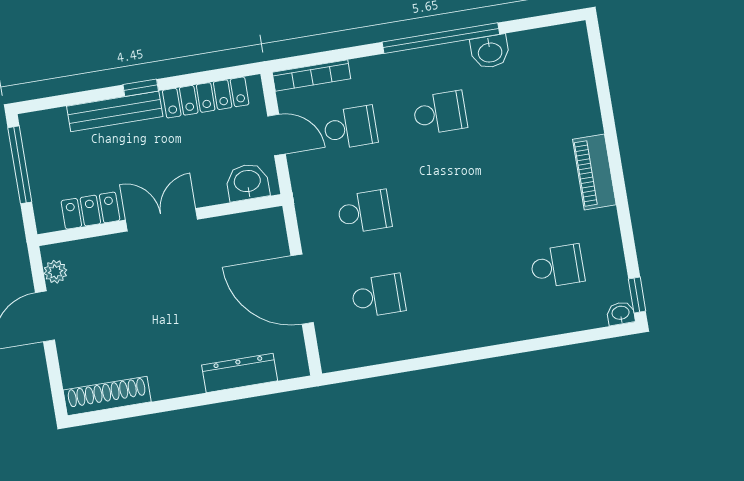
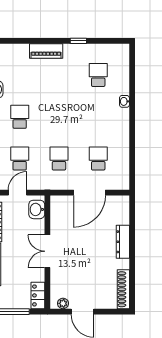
piano: (594, 172) -> (46, 51), moved
locker: (90, 211) -> (38, 295), moved
window: (637, 295) -> (78, 41), moved
washbasin: (621, 313) -> (124, 101), moved
dresser: (240, 373) -> (123, 242), moved

